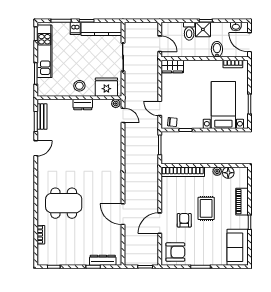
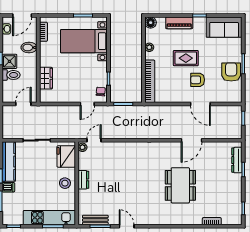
kitchen unit: (44, 51) -> (49, 218), moved
wardrobe: (172, 66) -> (46, 78), moved
floor lamp: (228, 173) -> (151, 23), moved
dining table: (64, 203) -> (180, 185), moved
armchair: (175, 252) -> (231, 72), moved

